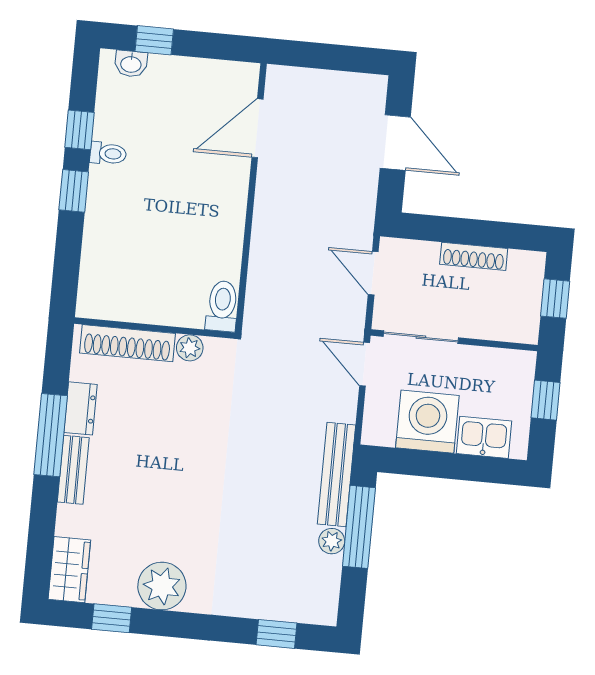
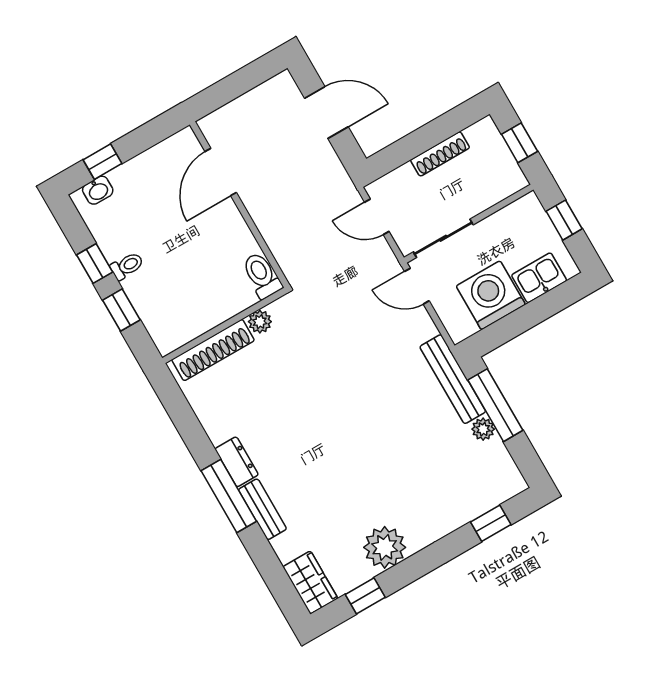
toilet: (222, 306) -> (262, 275), moved
wall: (155, 328) -> (225, 325), moved
shoe rack: (127, 343) -> (213, 350), moved
plant: (190, 348) -> (260, 322), moved

